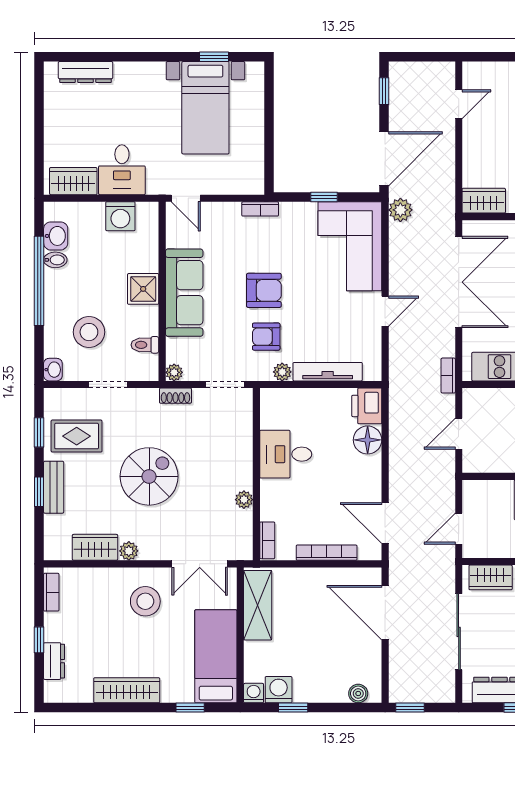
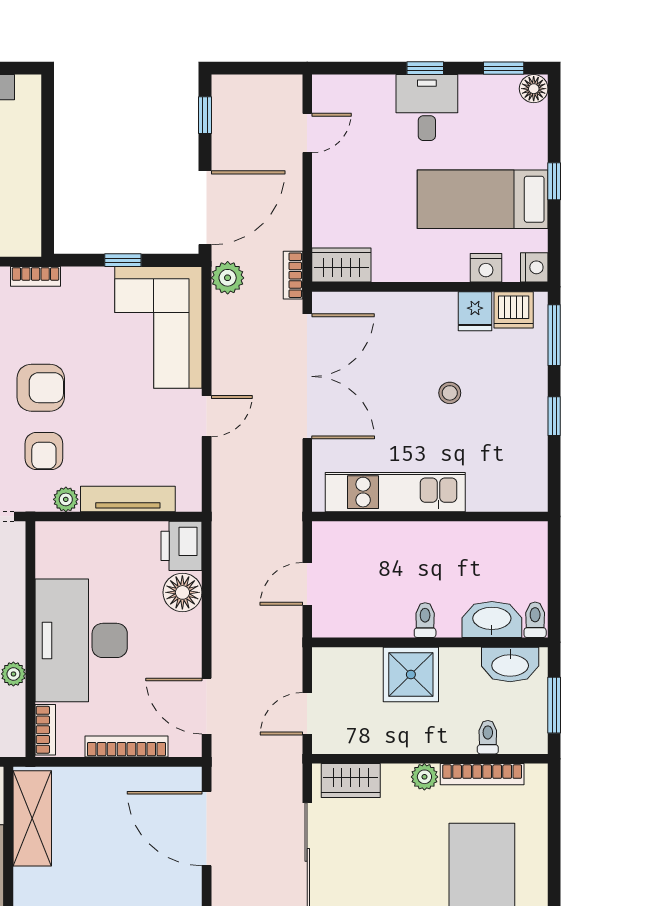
armchair: (266, 337) -> (44, 451), turned -90
bookcase: (448, 376) -> (293, 275), moved
desk: (286, 454) -> (81, 640), width x1.87, depth x1.30

